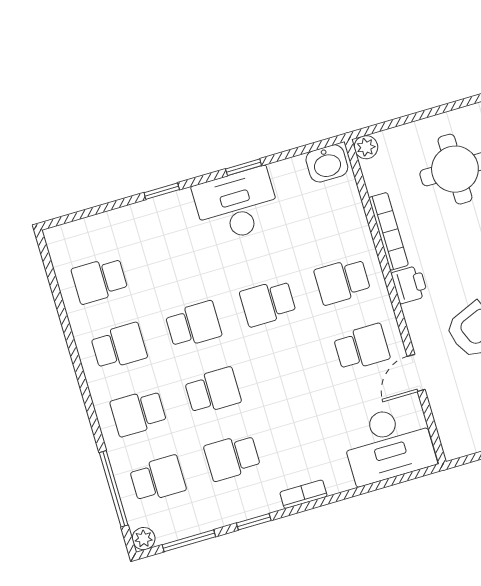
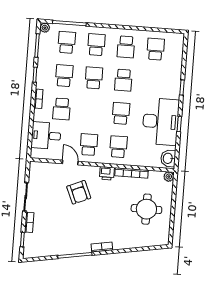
desk: (237, 205) -> (161, 122), width x1.36, depth x1.30
school desk: (362, 347) -> (89, 145), turned 180
school desk: (213, 391) -> (94, 78), turned 180
school desk: (307, 435) -> (62, 109), added
desk: (388, 444) -> (46, 136), width x0.73
school desk: (158, 479) -> (67, 42), turned 180

